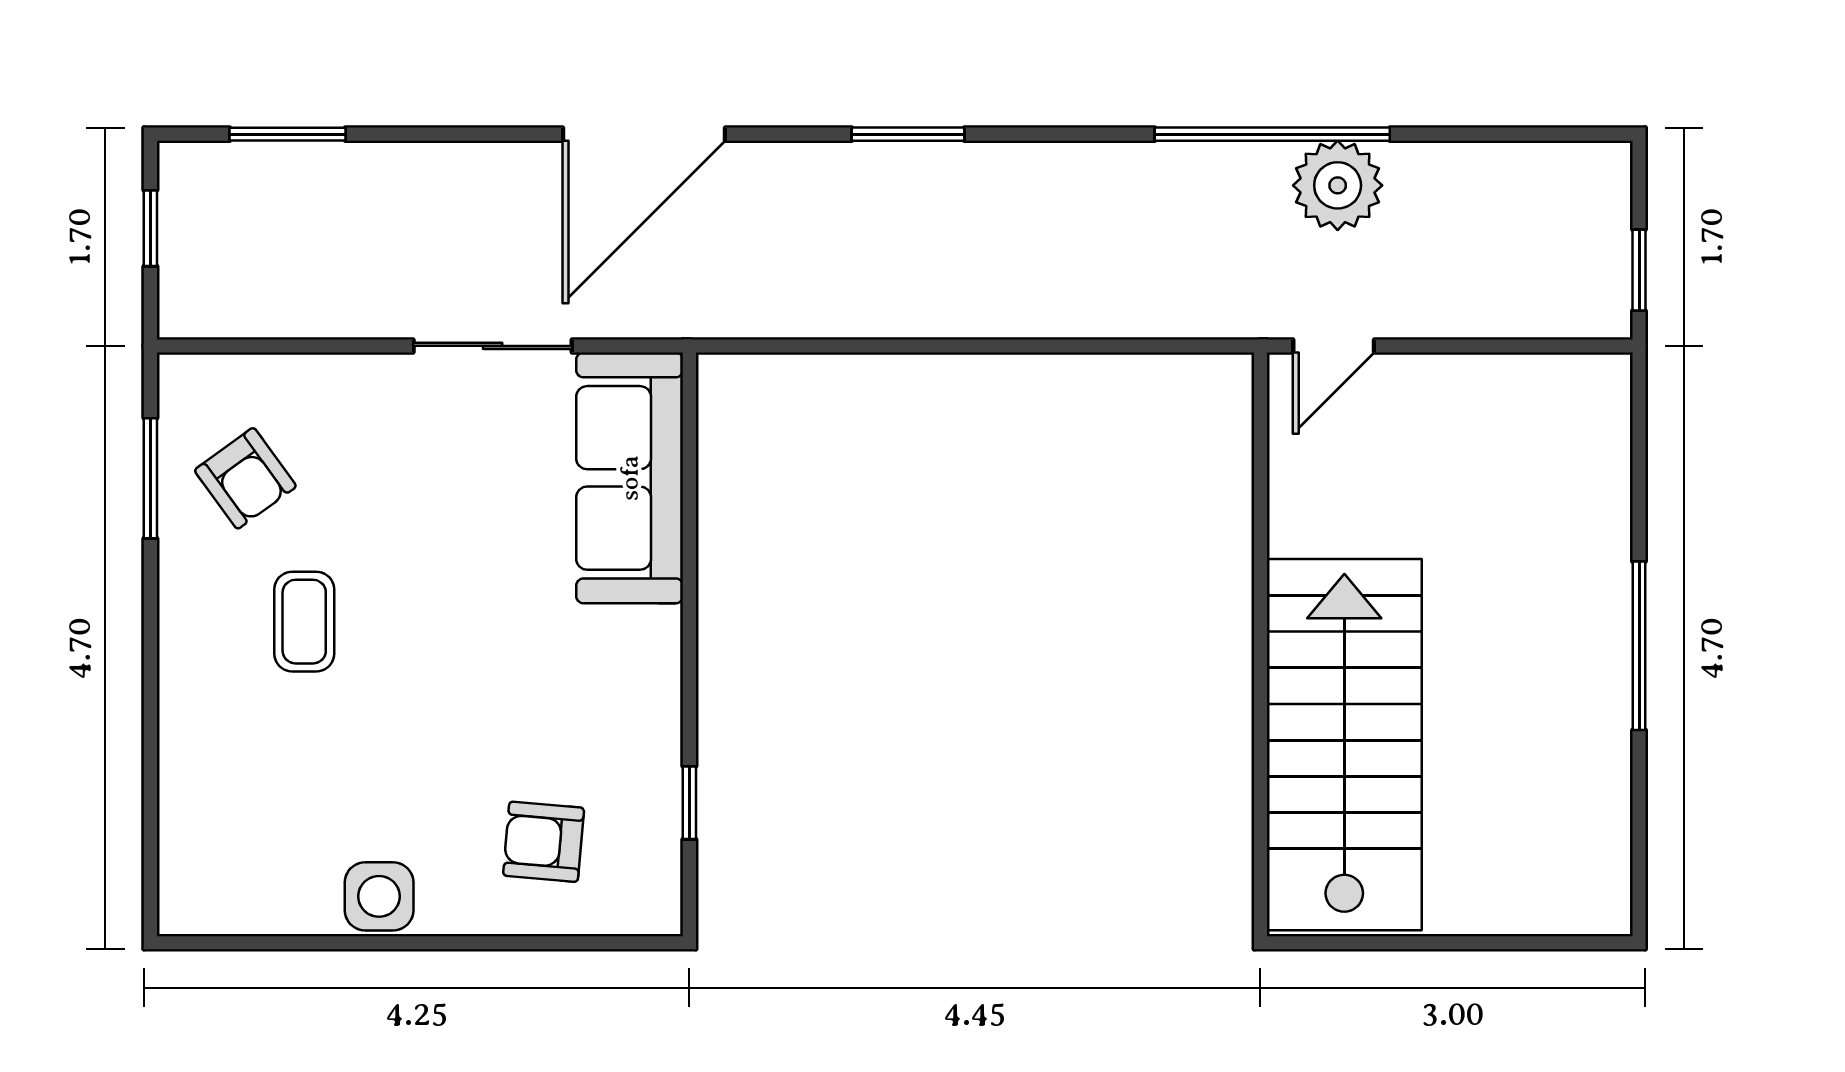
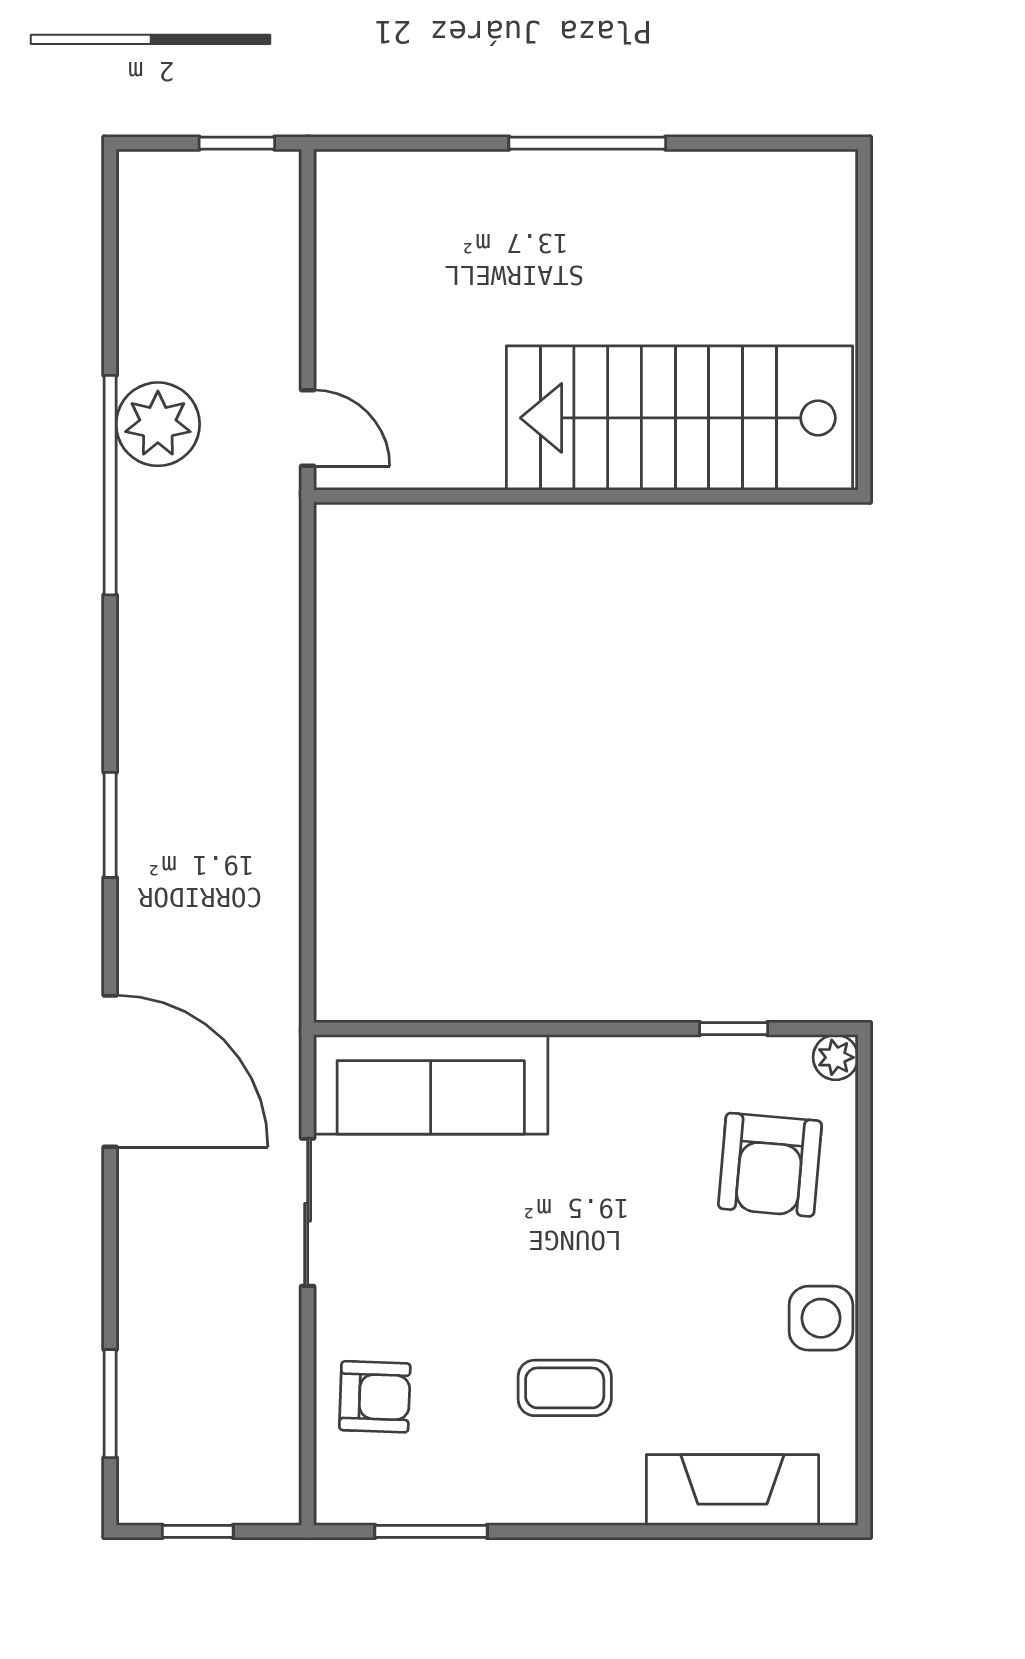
armchair: (245, 478) -> (375, 1397), moved, turned 38
fireplace: (195, 801) -> (732, 1490), added
armchair: (544, 842) -> (770, 1165), width x1.38, depth x1.38
plant: (659, 912) -> (836, 1057), added

